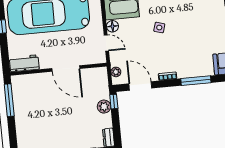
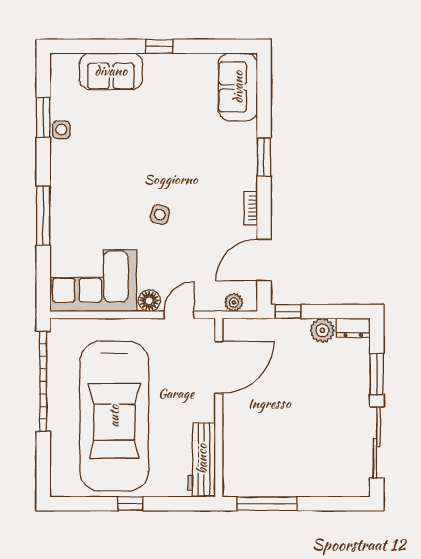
workbench: (24, 63) -> (202, 459), width x1.38
door: (66, 69) -> (219, 367), moved
window: (196, 81) -> (264, 157), width x0.69
plant: (104, 107) -> (322, 330), moved

